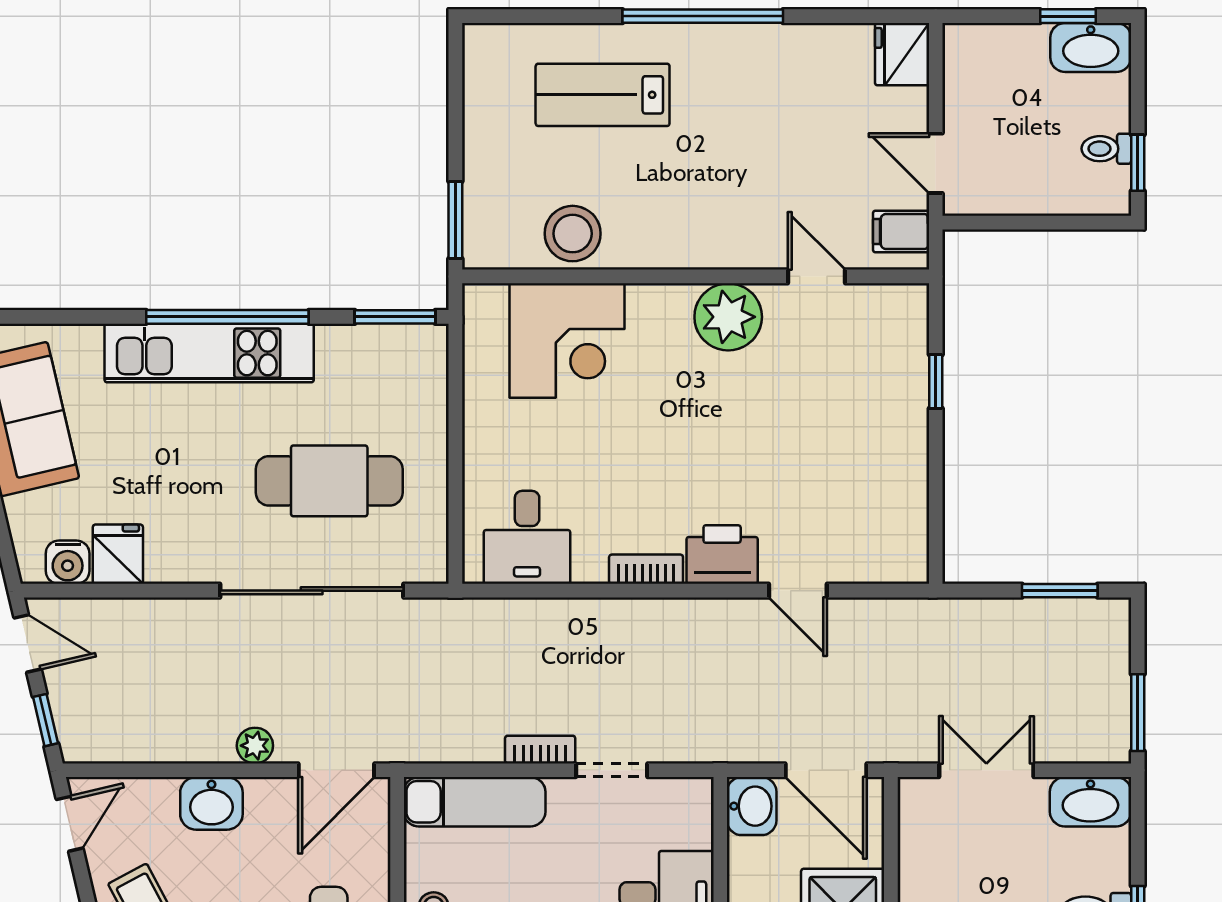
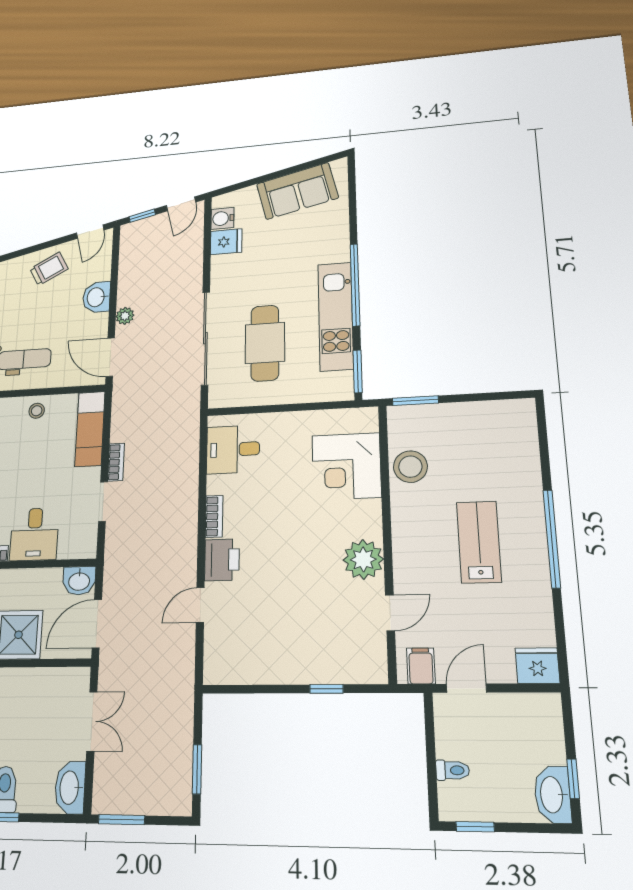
lab bench: (603, 95) -> (479, 542), moved
toilet: (1106, 149) -> (453, 770), moved, turned 90
kitchen unit: (209, 353) -> (336, 316), moved
door: (70, 824) -> (90, 232), hinge flipped

